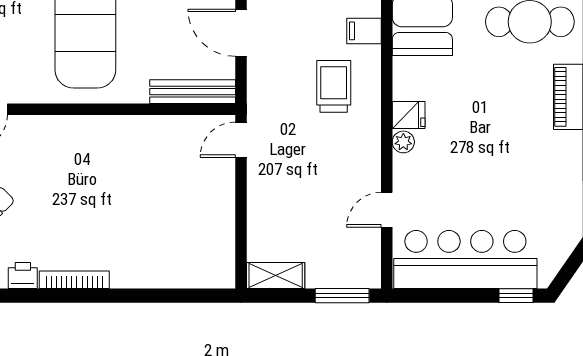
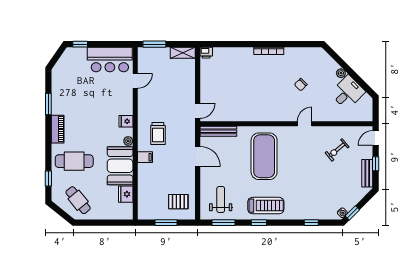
plant: (403, 142) -> (128, 141), moved
bar counter: (465, 259) -> (110, 60), width x0.73
printer: (23, 276) -> (206, 53), moved

